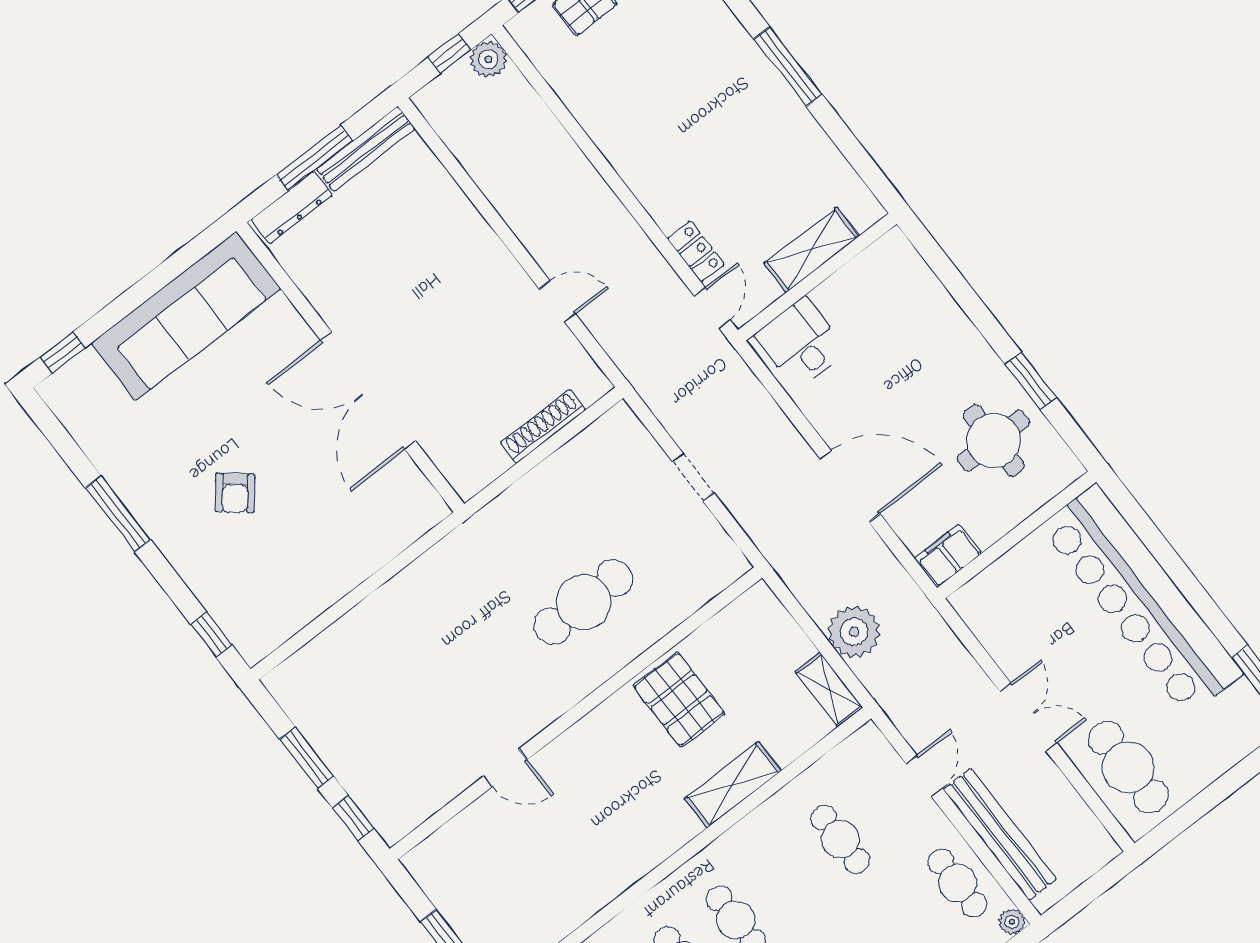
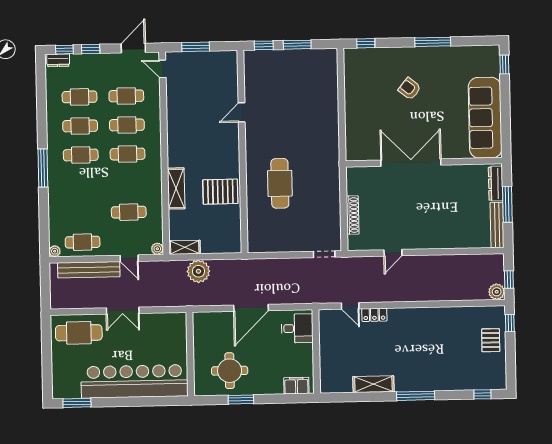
shelving: (812, 250) -> (373, 384), moved, turned 90
wall: (817, 277) -> (316, 351), moved
desk: (801, 343) -> (297, 328), moved
doorway: (693, 477) -> (324, 254), moved
filing cabinet: (948, 556) -> (296, 386), moved, turned -90
plant: (869, 737) -> (157, 249), added

